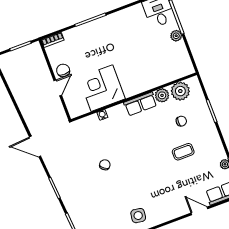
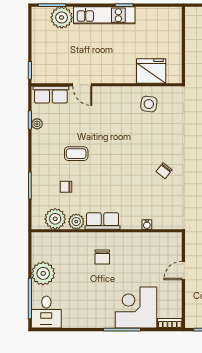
plant: (176, 36) -> (43, 273), width x1.87, depth x1.87
chair: (63, 70) -> (102, 257), moved
corner desk: (102, 88) -> (136, 308), moved, turned 180

